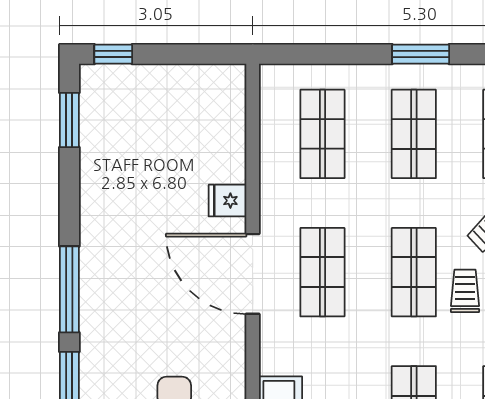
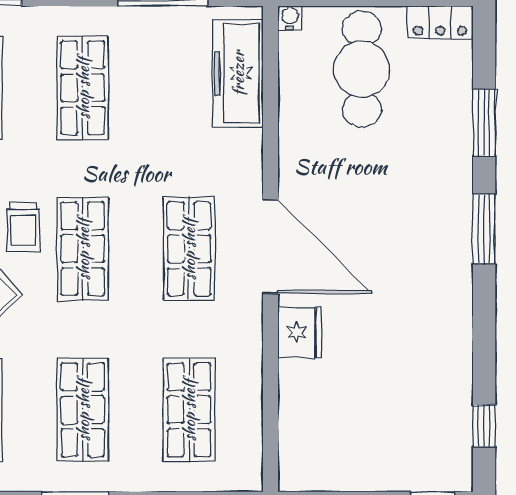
window: (69, 120) -> (484, 426), width x0.67
fridge: (227, 201) -> (300, 332), width x1.38
window: (69, 289) -> (484, 229), width x0.69

